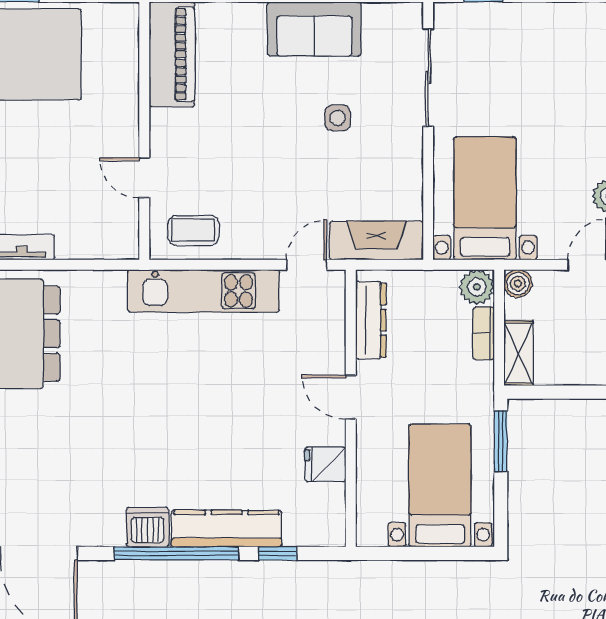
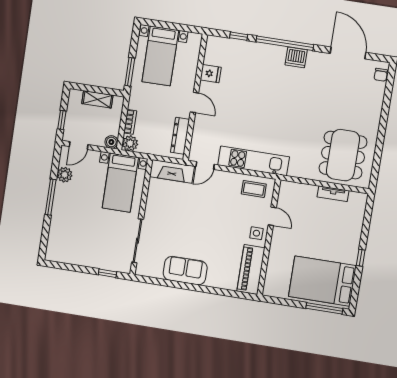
side table: (338, 118) -> (256, 233), moved
shelving: (519, 353) -> (97, 99), moved, turned 90
kitchen counter: (227, 529) -> (260, 51), removed

